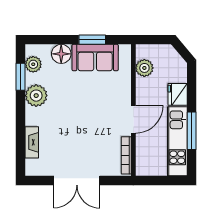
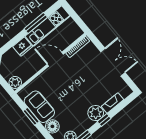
plant: (144, 68) -> (15, 82), moved
plant: (36, 96) -> (96, 113), moved
window: (21, 117) -> (104, 120), added

